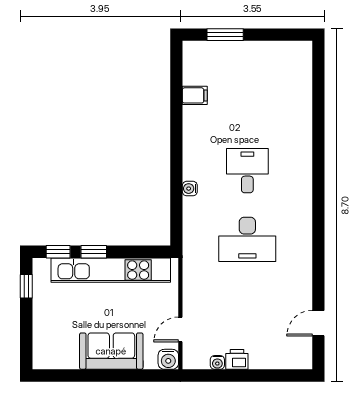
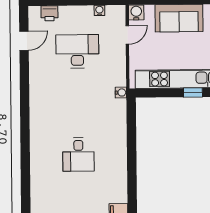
water cooler: (190, 189) -> (121, 93), moved
desk: (247, 239) -> (77, 51), moved
printer: (237, 359) -> (49, 13), moved

